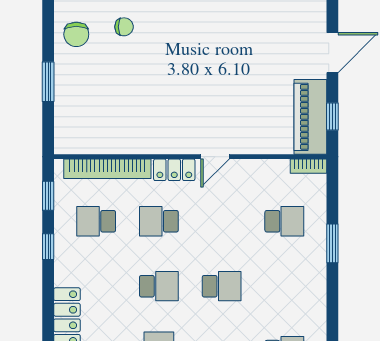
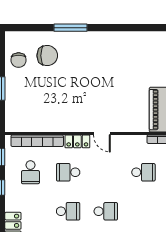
chair: (124, 27) -> (47, 56), width x1.87, depth x1.87
door: (215, 157) -> (102, 133), hinge flipped
school desk: (96, 221) -> (30, 172), turned -90

